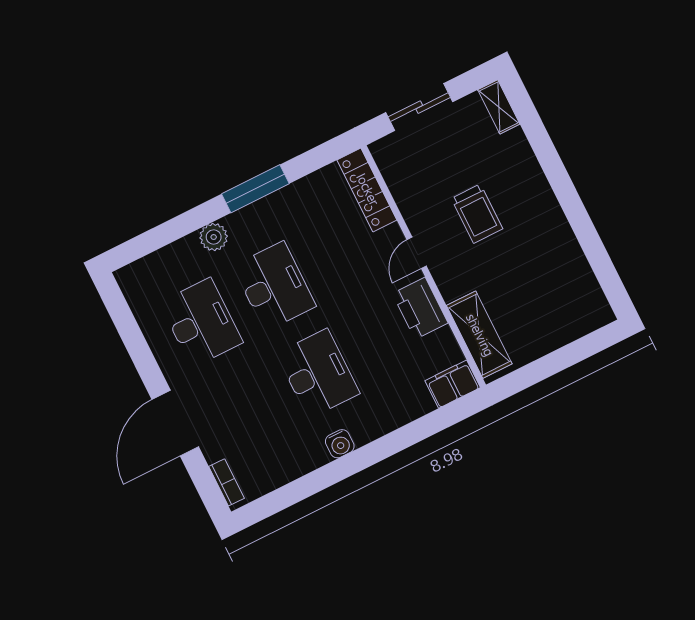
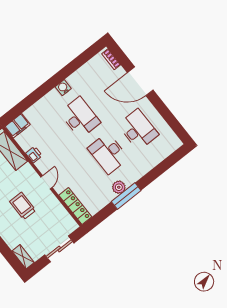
plant: (214, 237) -> (119, 187), moved
printer: (420, 308) -> (34, 155), width x0.53, depth x0.68
desk: (201, 323) -> (138, 130), turned 180
desk: (318, 374) -> (80, 118), turned 180
door: (175, 423) -> (140, 81), swing flipped

